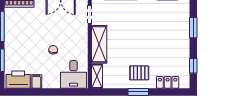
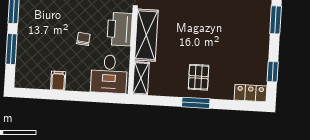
pallet: (139, 73) -> (199, 77), turned 90
printer: (18, 80) -> (120, 29), moved, turned -90
locker: (168, 82) -> (251, 93), moved

